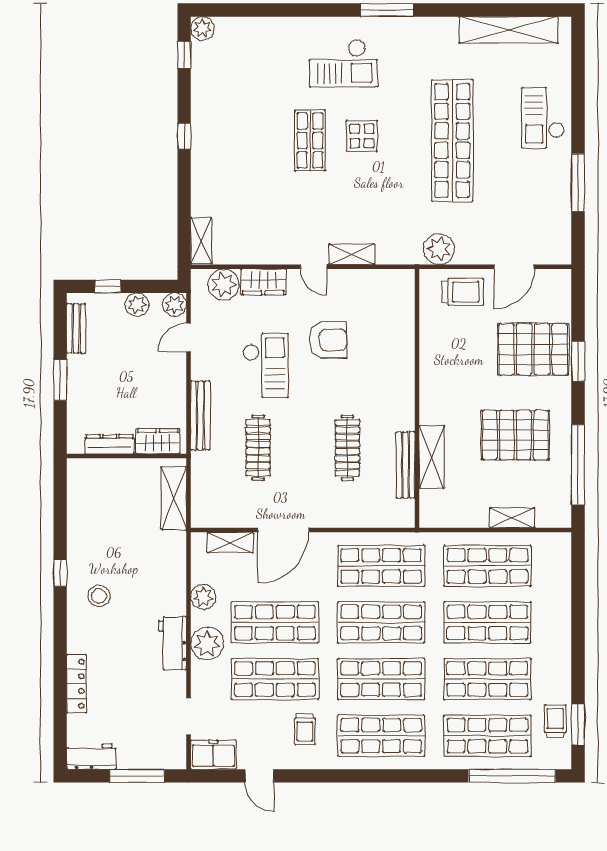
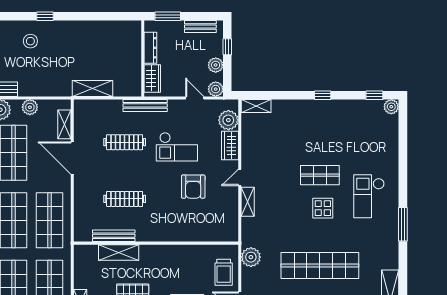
wardrobe: (158, 441) -> (152, 78), moved
dresser: (110, 444) -> (150, 48), moved
wall: (127, 456) -> (143, 59), moved

